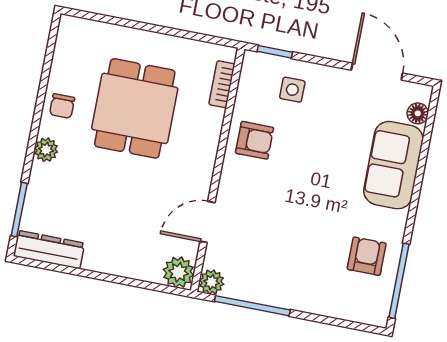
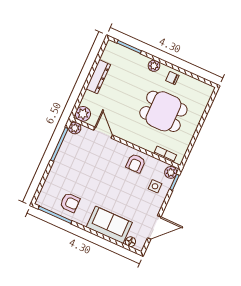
plant: (256, 64) -> (171, 172), added
dresser: (49, 250) -> (98, 77), moved

